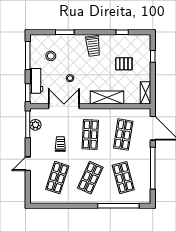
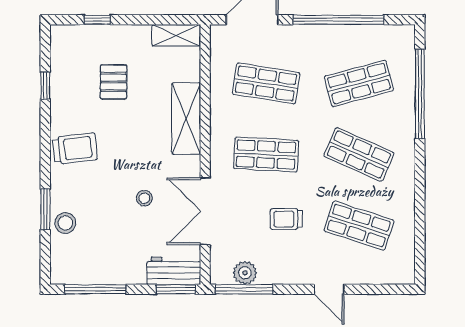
stool: (51, 56) -> (65, 223), moved
workbench: (36, 81) -> (174, 271), moved

